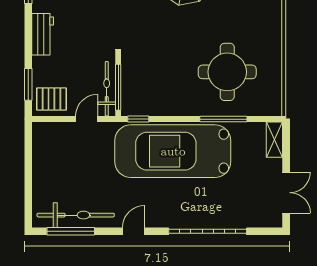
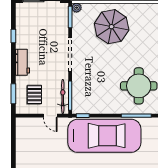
pallet: (51, 99) -> (34, 95), moved, turned 90
door: (87, 119) -> (50, 116), swing flipped
car: (173, 151) -> (104, 136), turned 180

